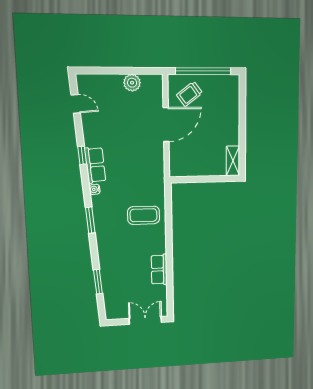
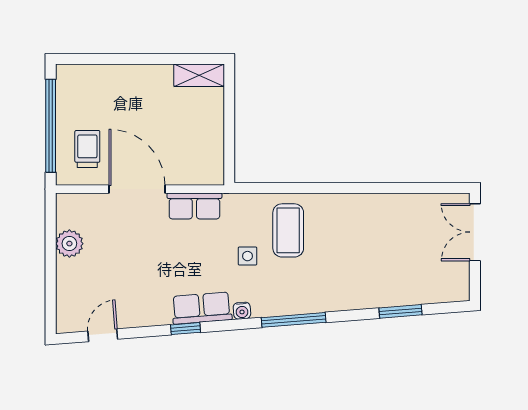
trolley: (190, 94) -> (87, 149), turned -143
side table: (128, 192) -> (247, 256), added
window: (90, 220) -> (294, 320), width x1.44
row of seats: (159, 270) -> (194, 206), moved

